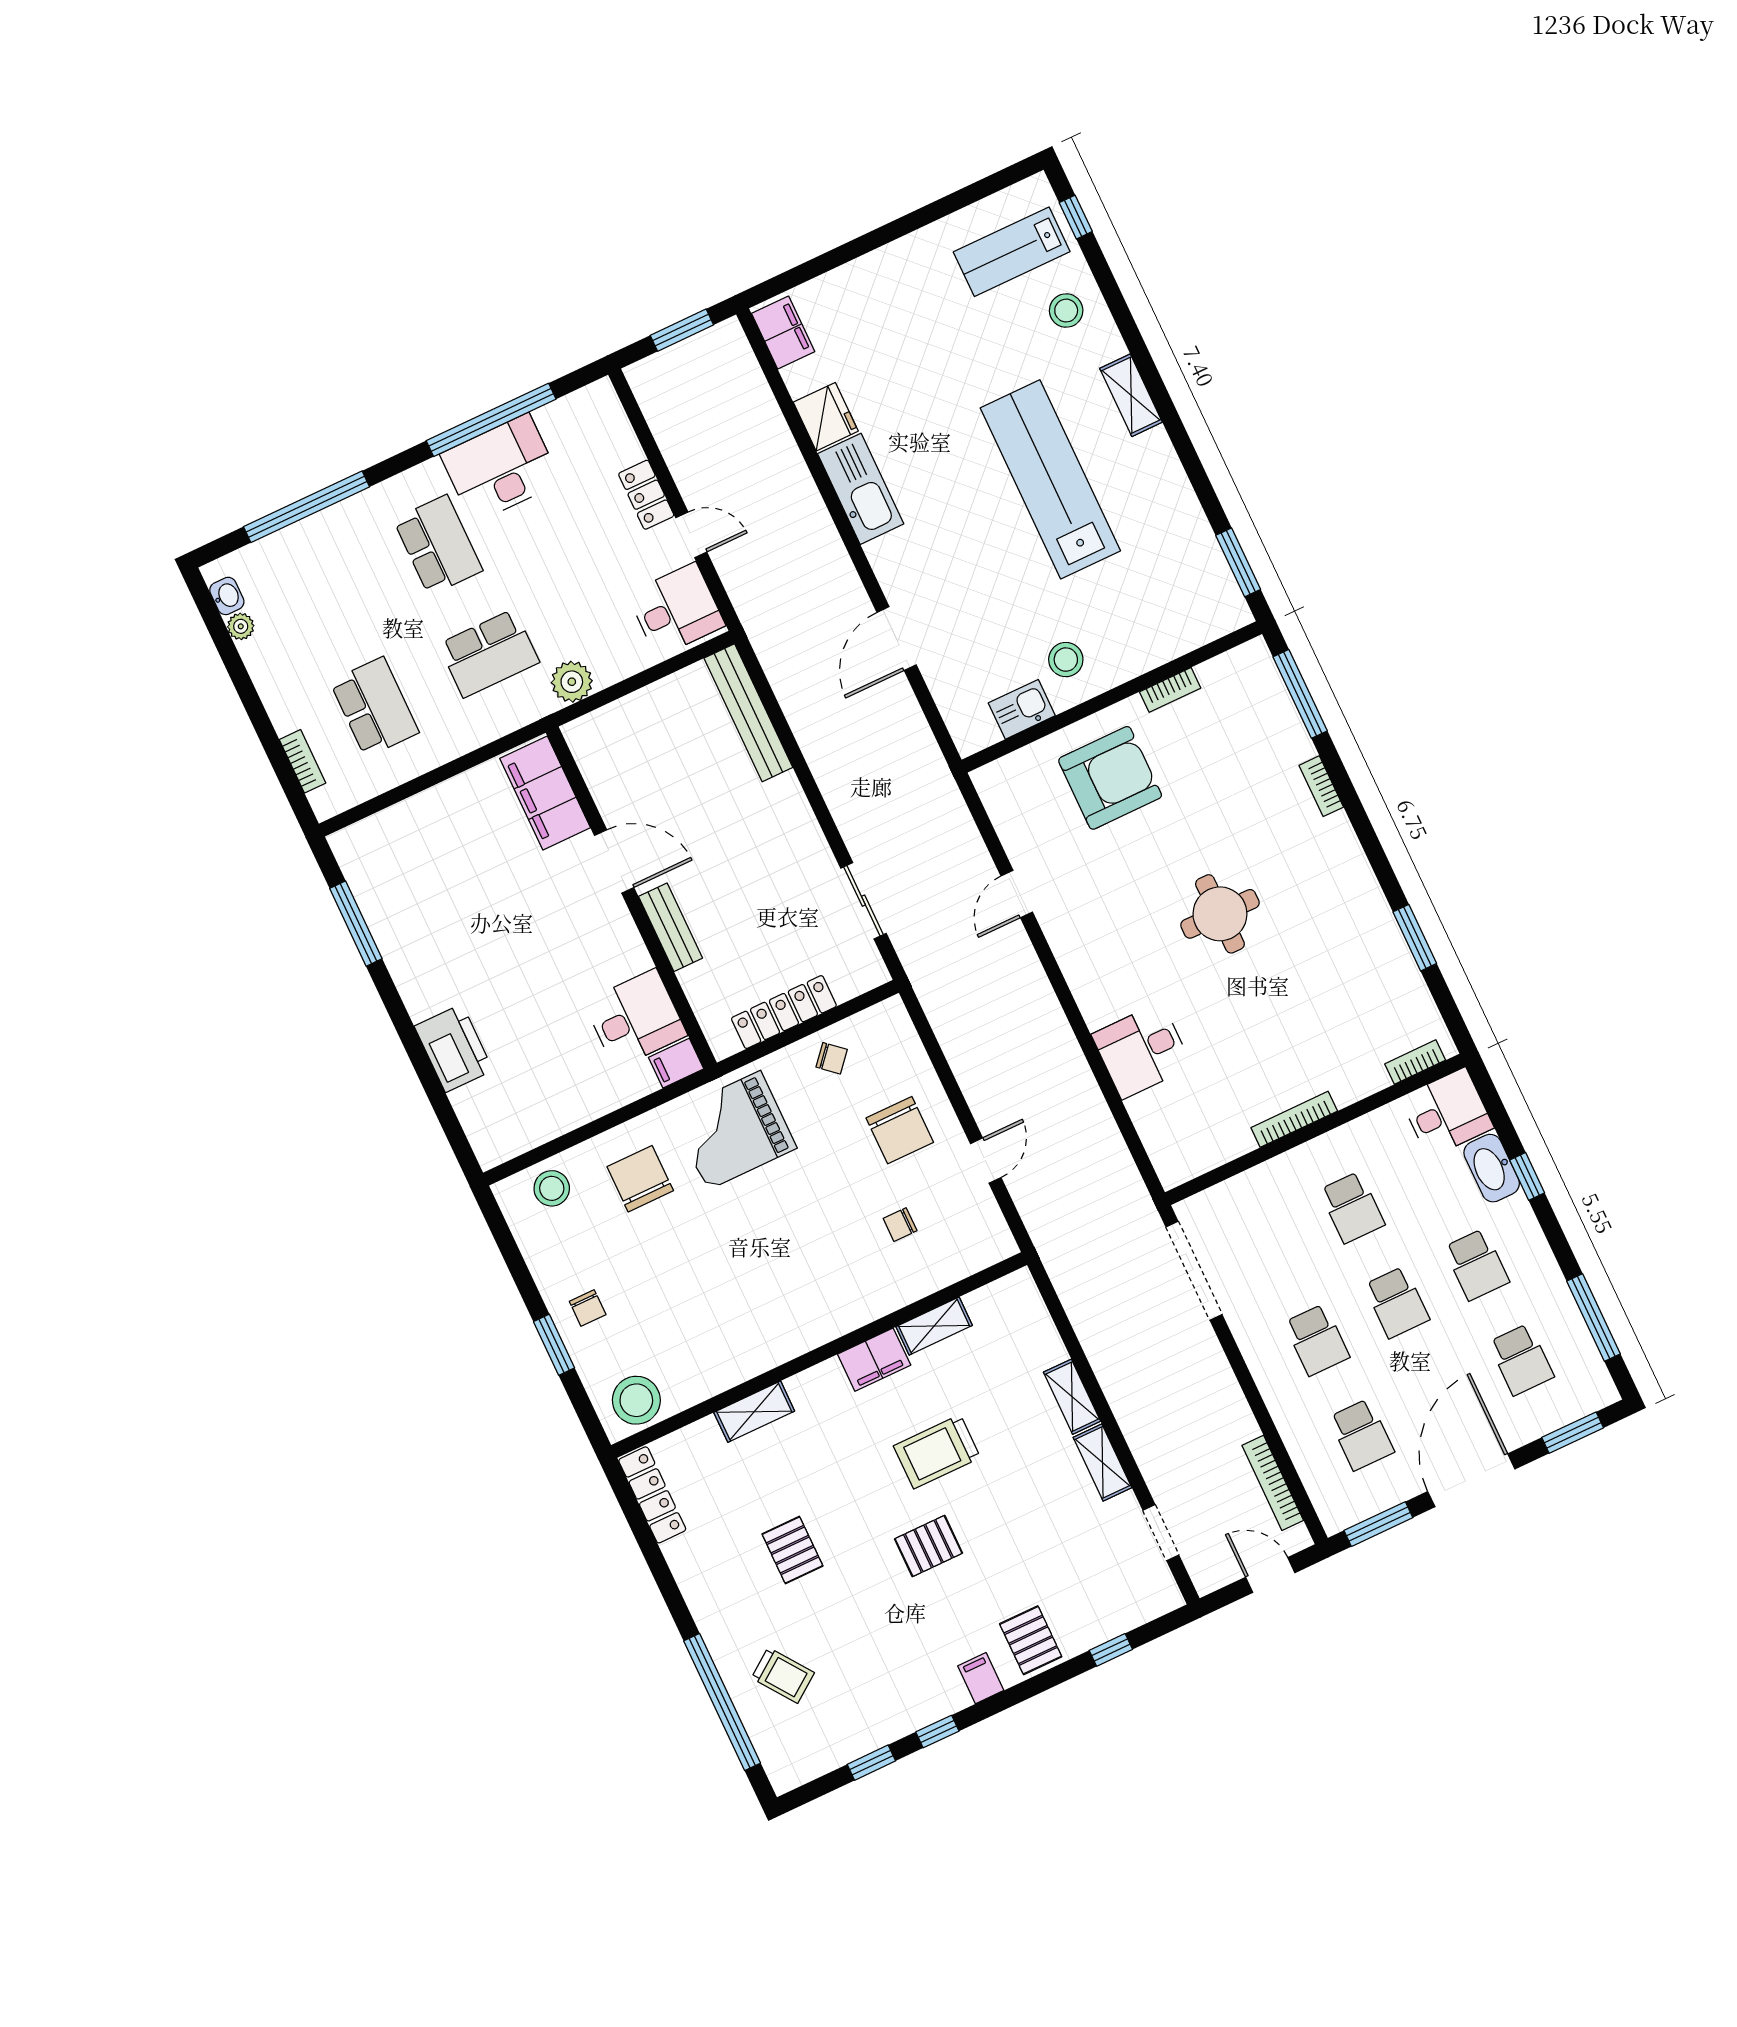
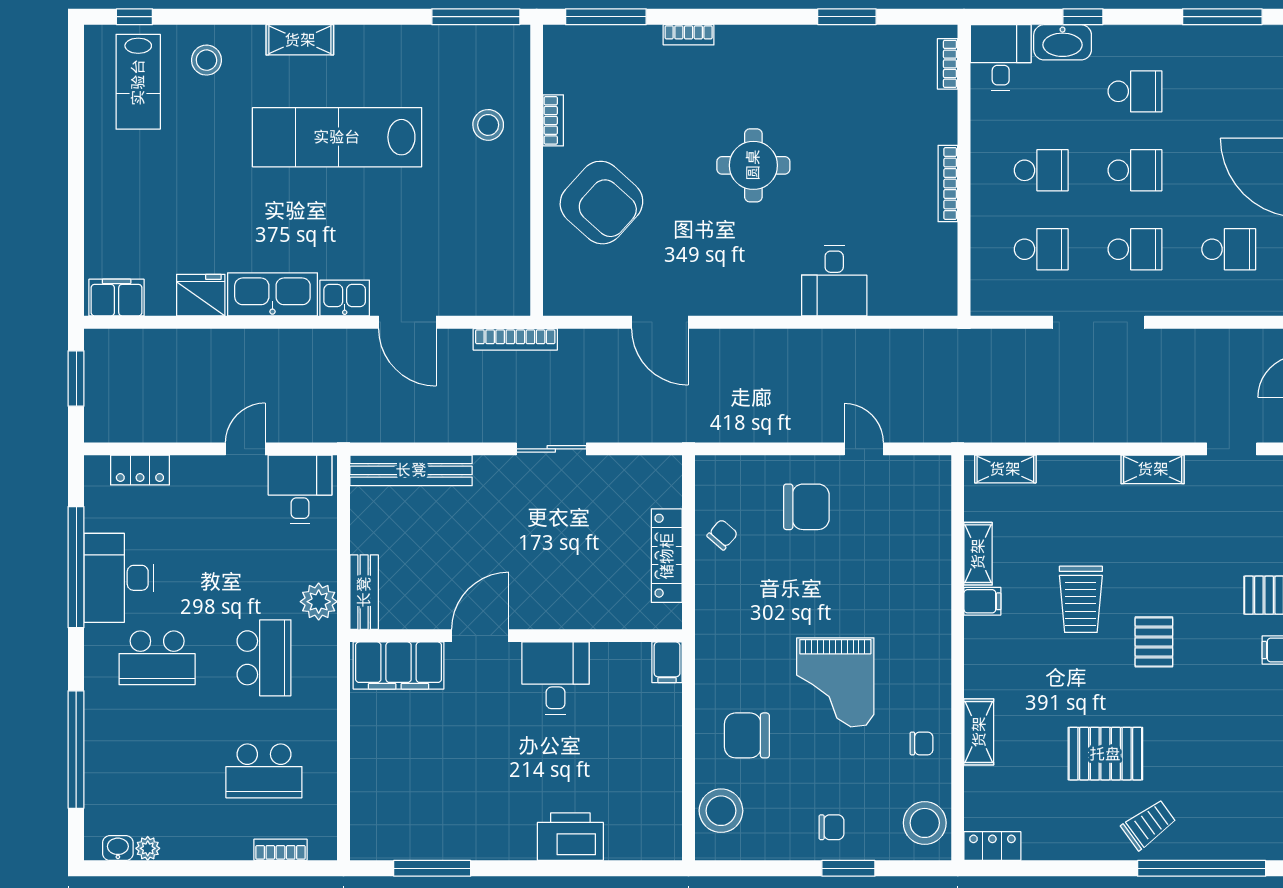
locker: (646, 495) -> (140, 470), moved
school desk: (438, 545) -> (157, 658), turned 180
window: (1238, 562) -> (476, 17), width x1.44
stool: (1066, 660) -> (488, 125), moved
school desk: (374, 707) -> (264, 771), turned 180
kitchen sink: (1022, 709) -> (345, 298), moved, turned 90
armchair: (1110, 778) -> (601, 203), turned 132
door: (1017, 894) -> (660, 322), width x1.38
sliding door: (863, 901) -> (551, 449), moved
bench: (671, 927) -> (364, 592), moved, turned 90
desk: (636, 1019) -> (556, 678), moved
grand piano: (734, 1130) -> (835, 682), moved
stool: (552, 1188) -> (721, 811), width x1.38, depth x1.38
chair: (900, 1225) -> (922, 743), moved, turned -90
doorway: (1194, 1271) -> (1099, 322), moved
filing cabinet: (874, 1360) -> (982, 601), width x0.50
school desk: (1521, 1360) -> (1041, 249), moved
shelving: (1072, 1397) -> (1005, 469), moved
bookcase: (1273, 1483) -> (515, 339), moved
locker: (652, 1495) -> (992, 846), width x0.66
pallet: (792, 1550) -> (1105, 754), width x1.50, depth x1.42
trolley: (783, 1675) -> (1149, 825), moved

